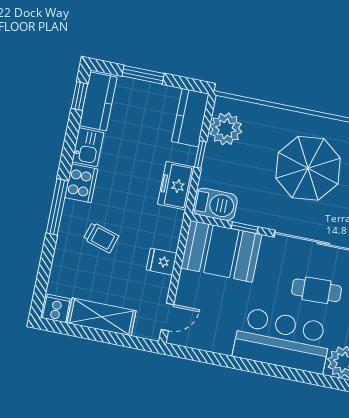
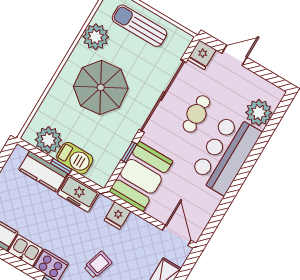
kitchen counter: (190, 118) -> (43, 172), moved
barbecue: (215, 204) -> (75, 158), moved, turned 90
fridge: (162, 262) -> (117, 216), moved
door: (167, 317) -> (177, 235), width x1.38

